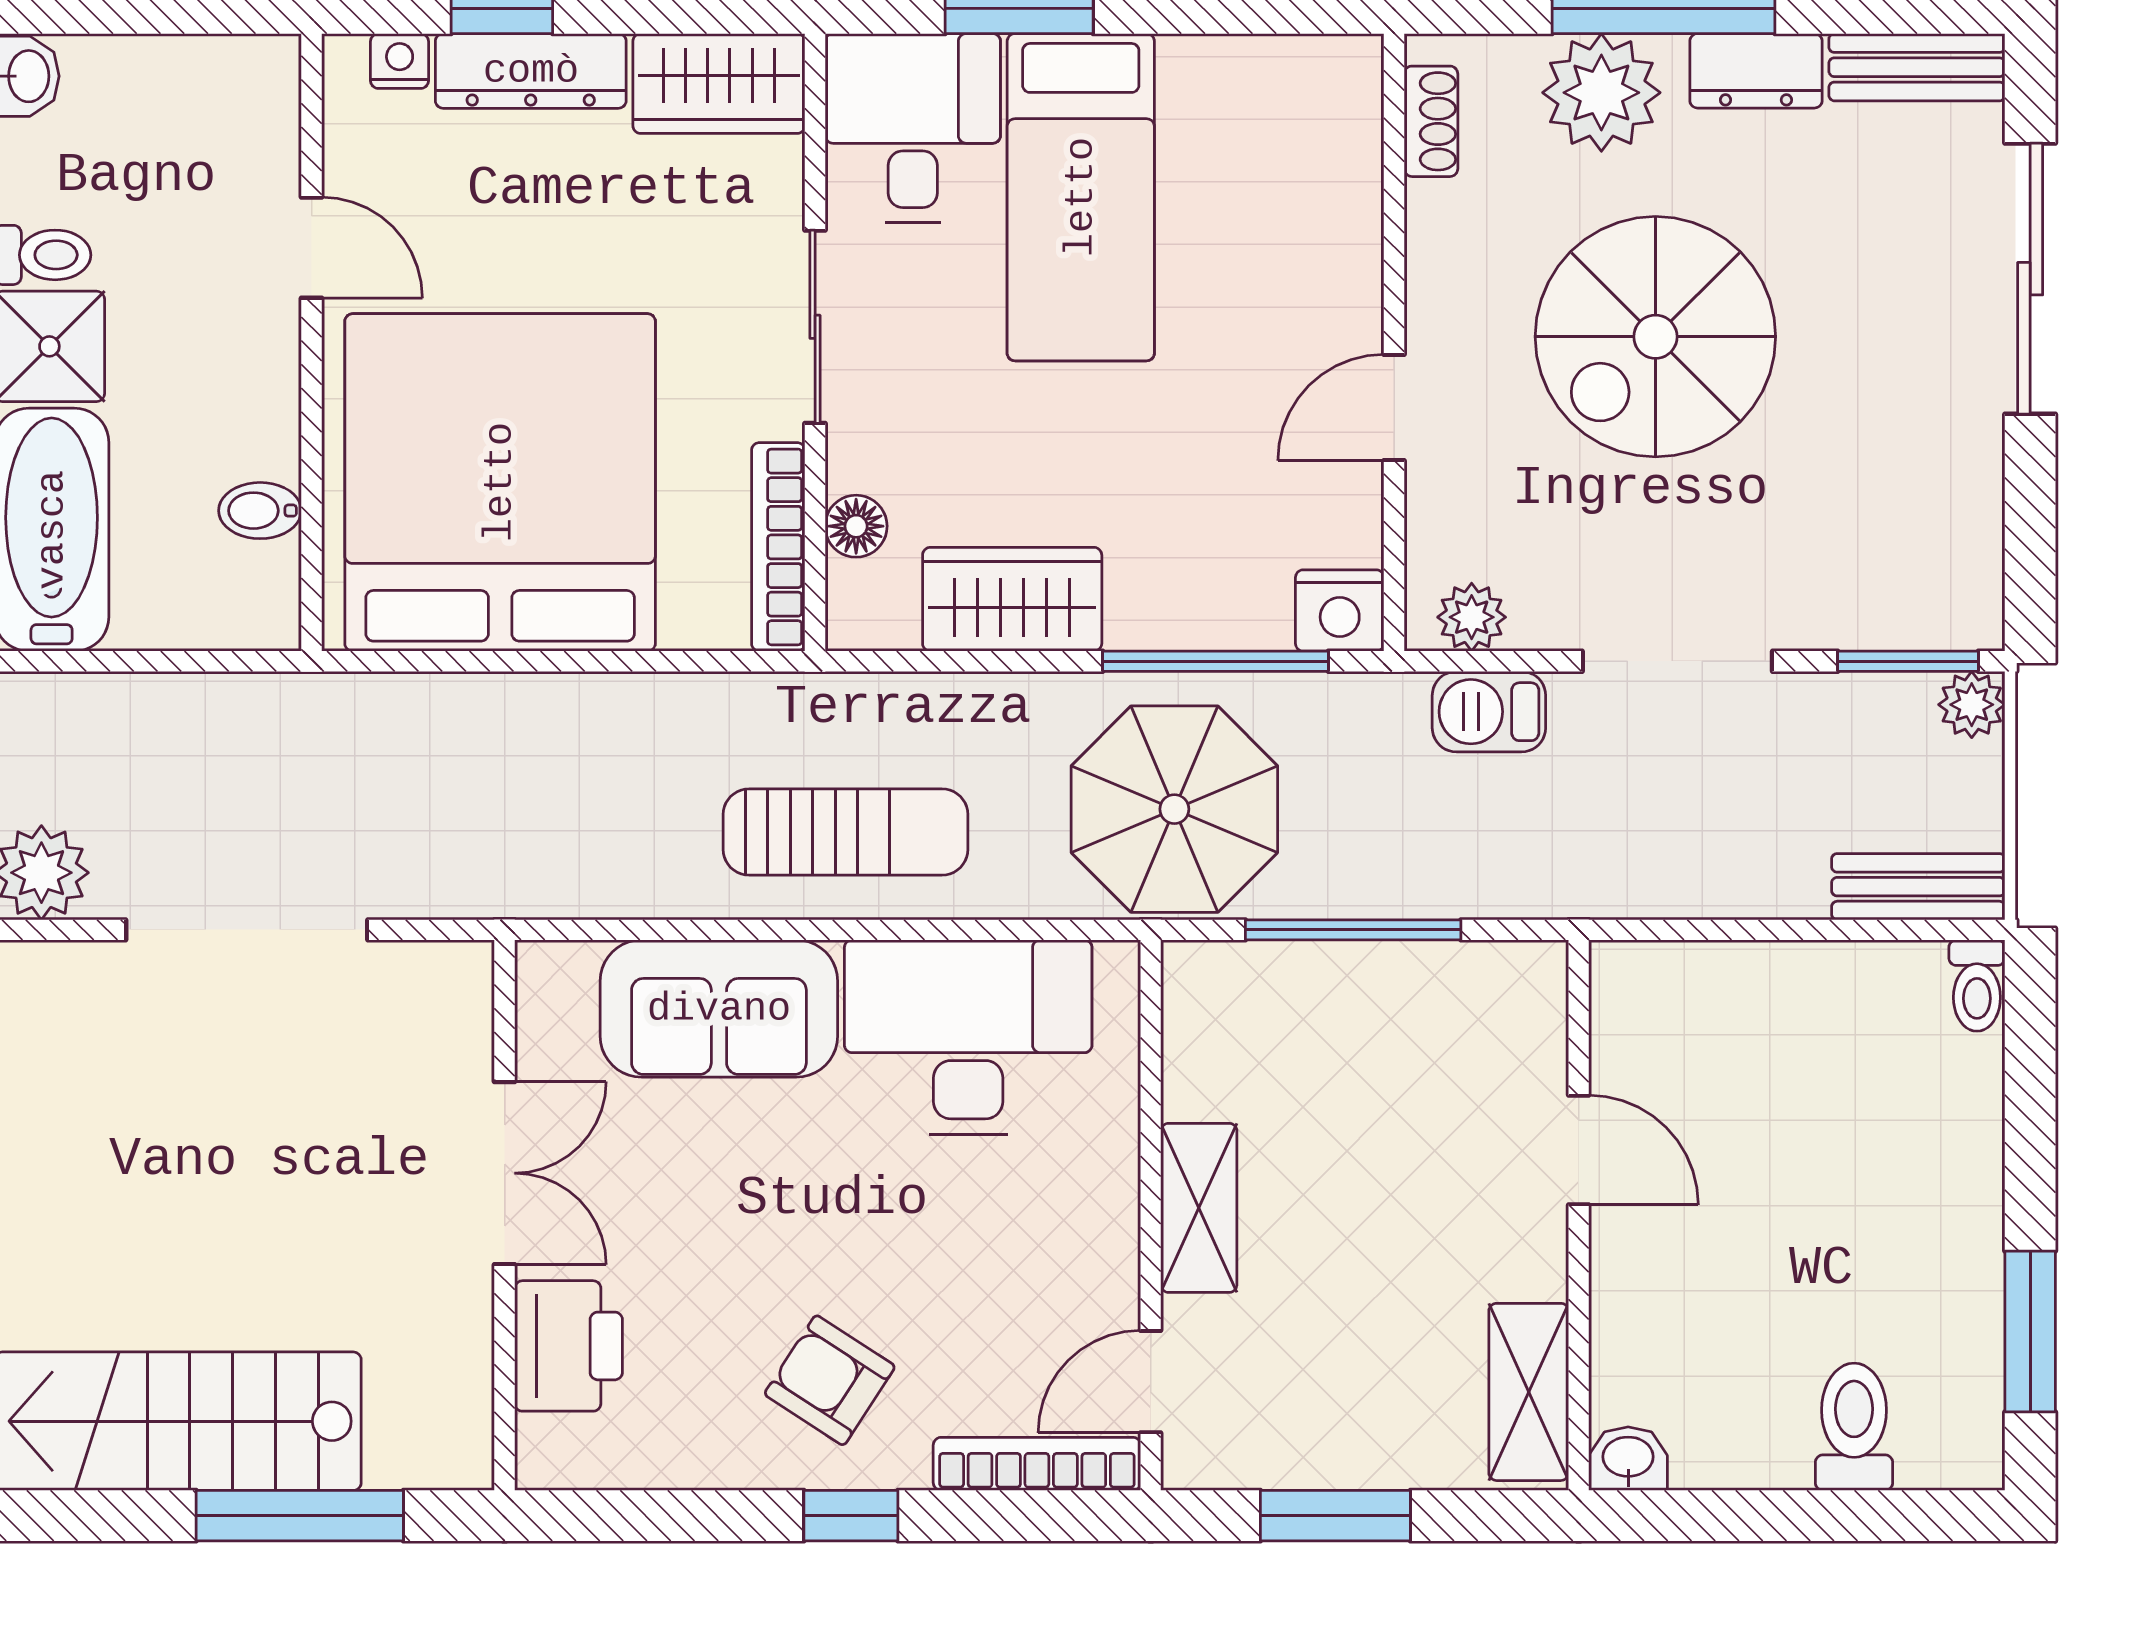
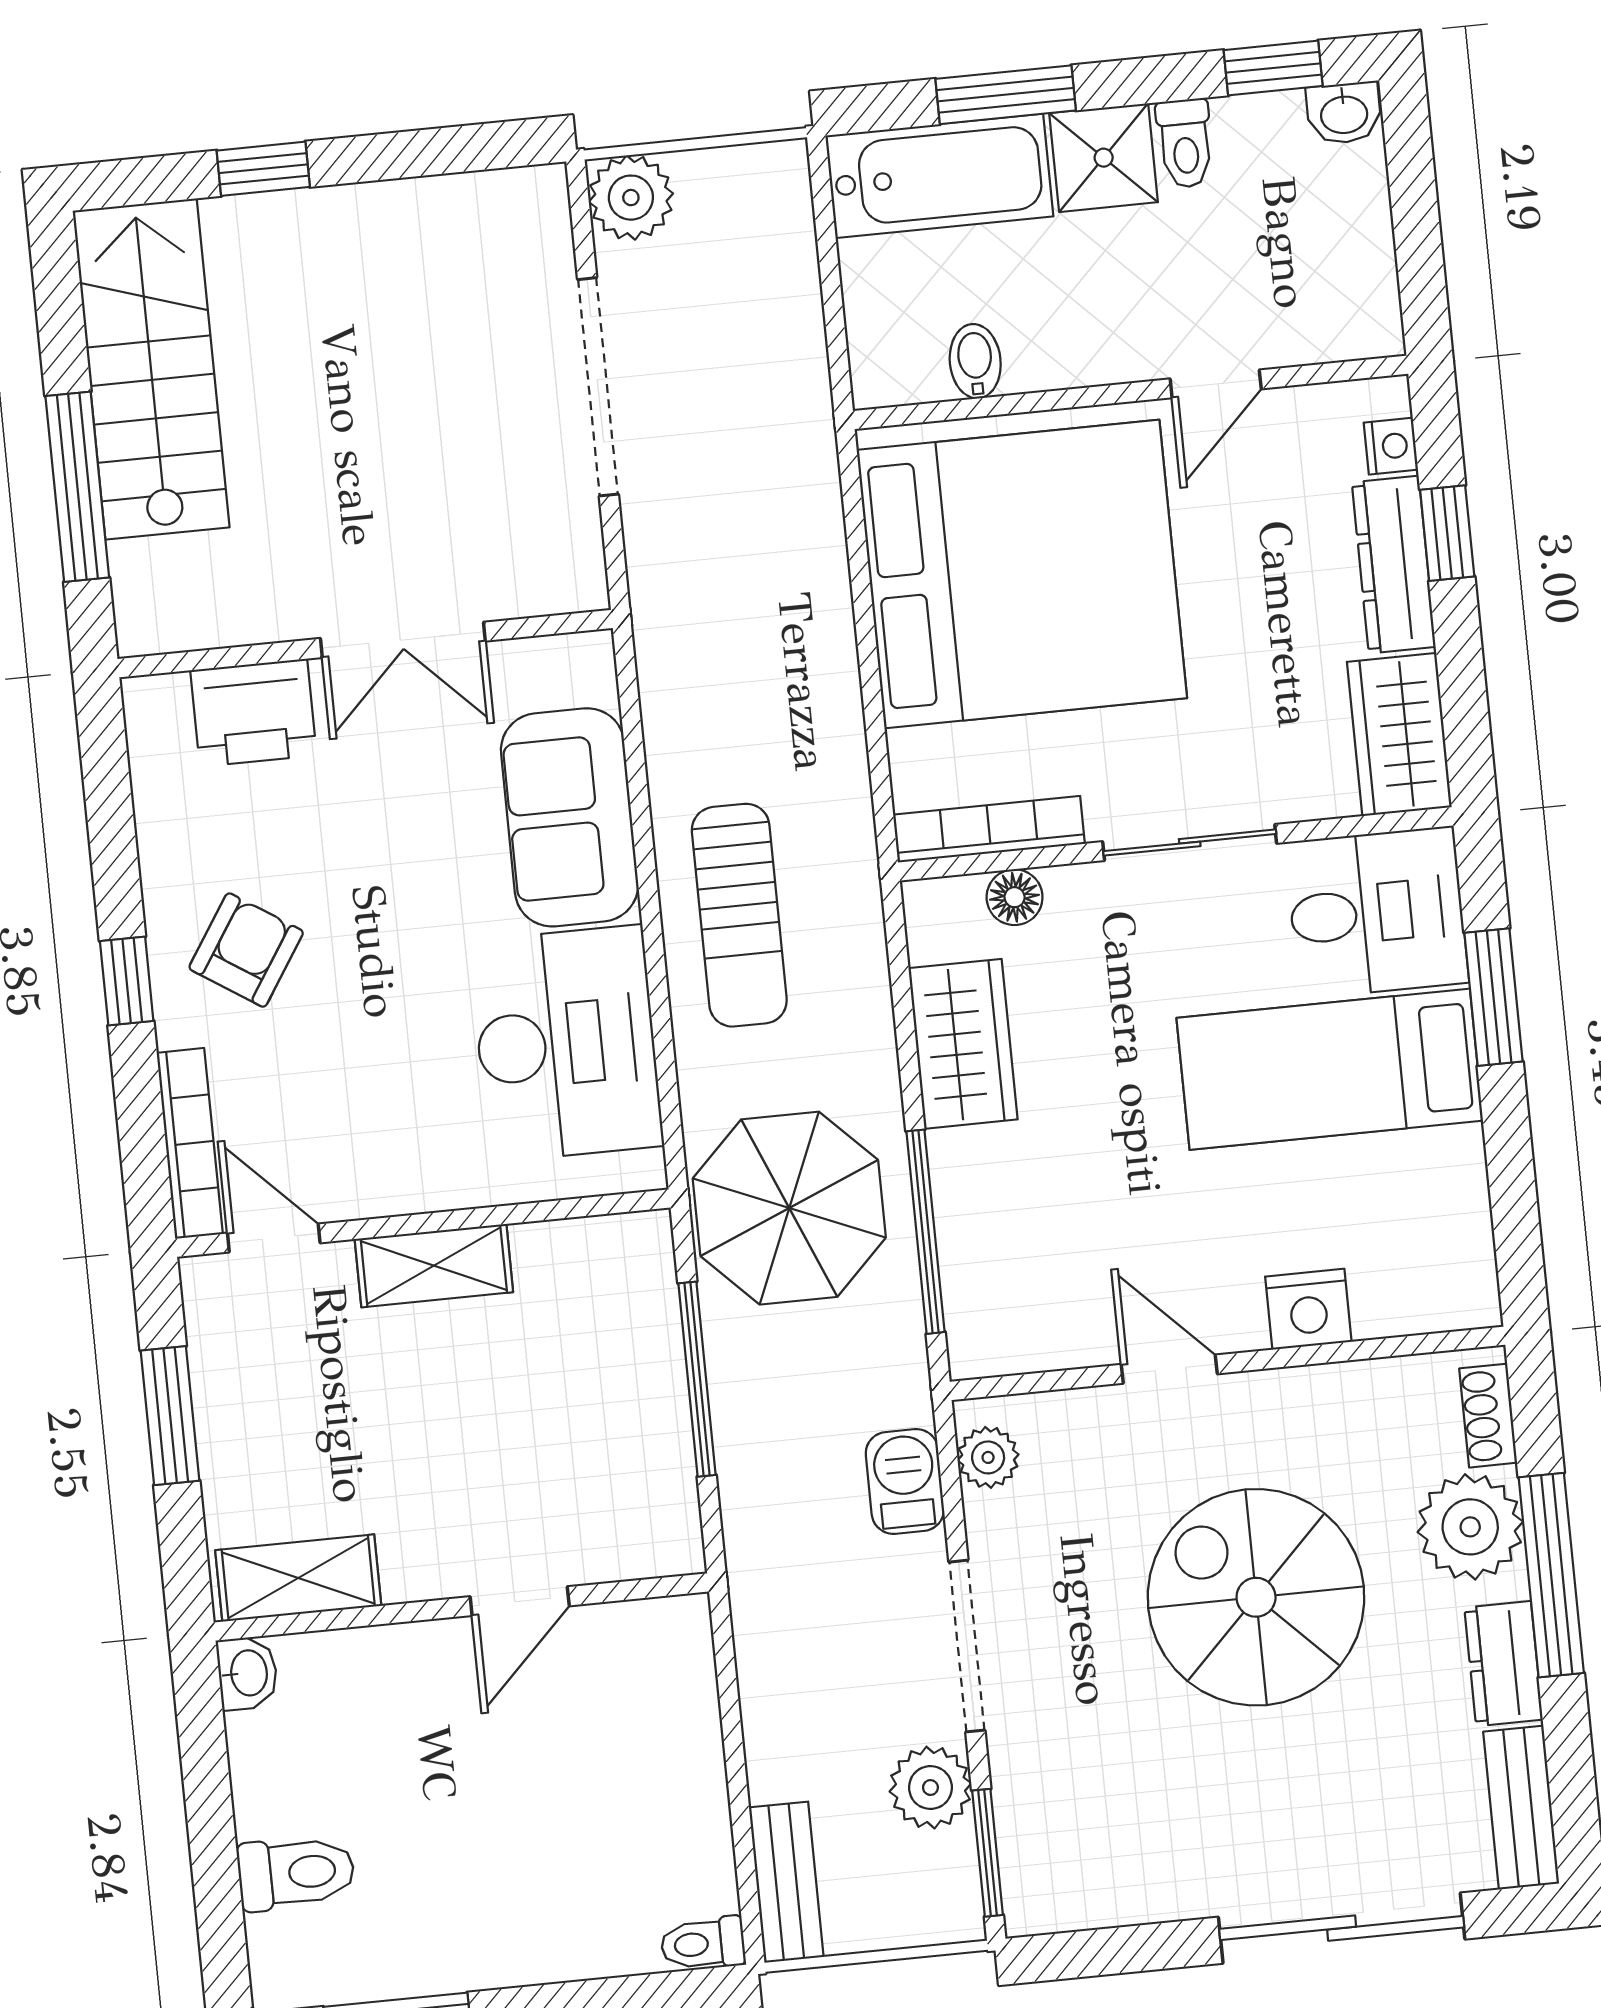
shoe rack: (1431, 121) -> (1488, 1416), moved, turned 90
nightstand: (1340, 611) -> (1308, 1309), moved, turned -90
plant: (1972, 705) -> (930, 1788), moved, width x1.38, depth x1.38

